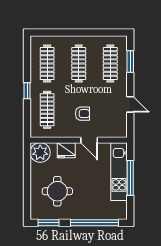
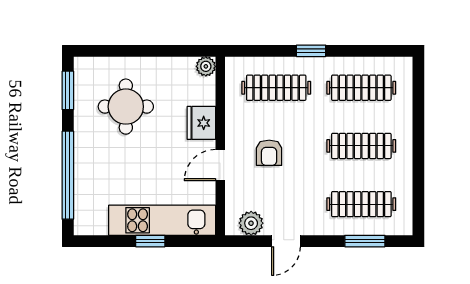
plant: (121, 123) -> (251, 223), added
plant: (40, 153) -> (206, 66), width x0.53, depth x0.53
window: (130, 178) -> (150, 241), width x0.46

